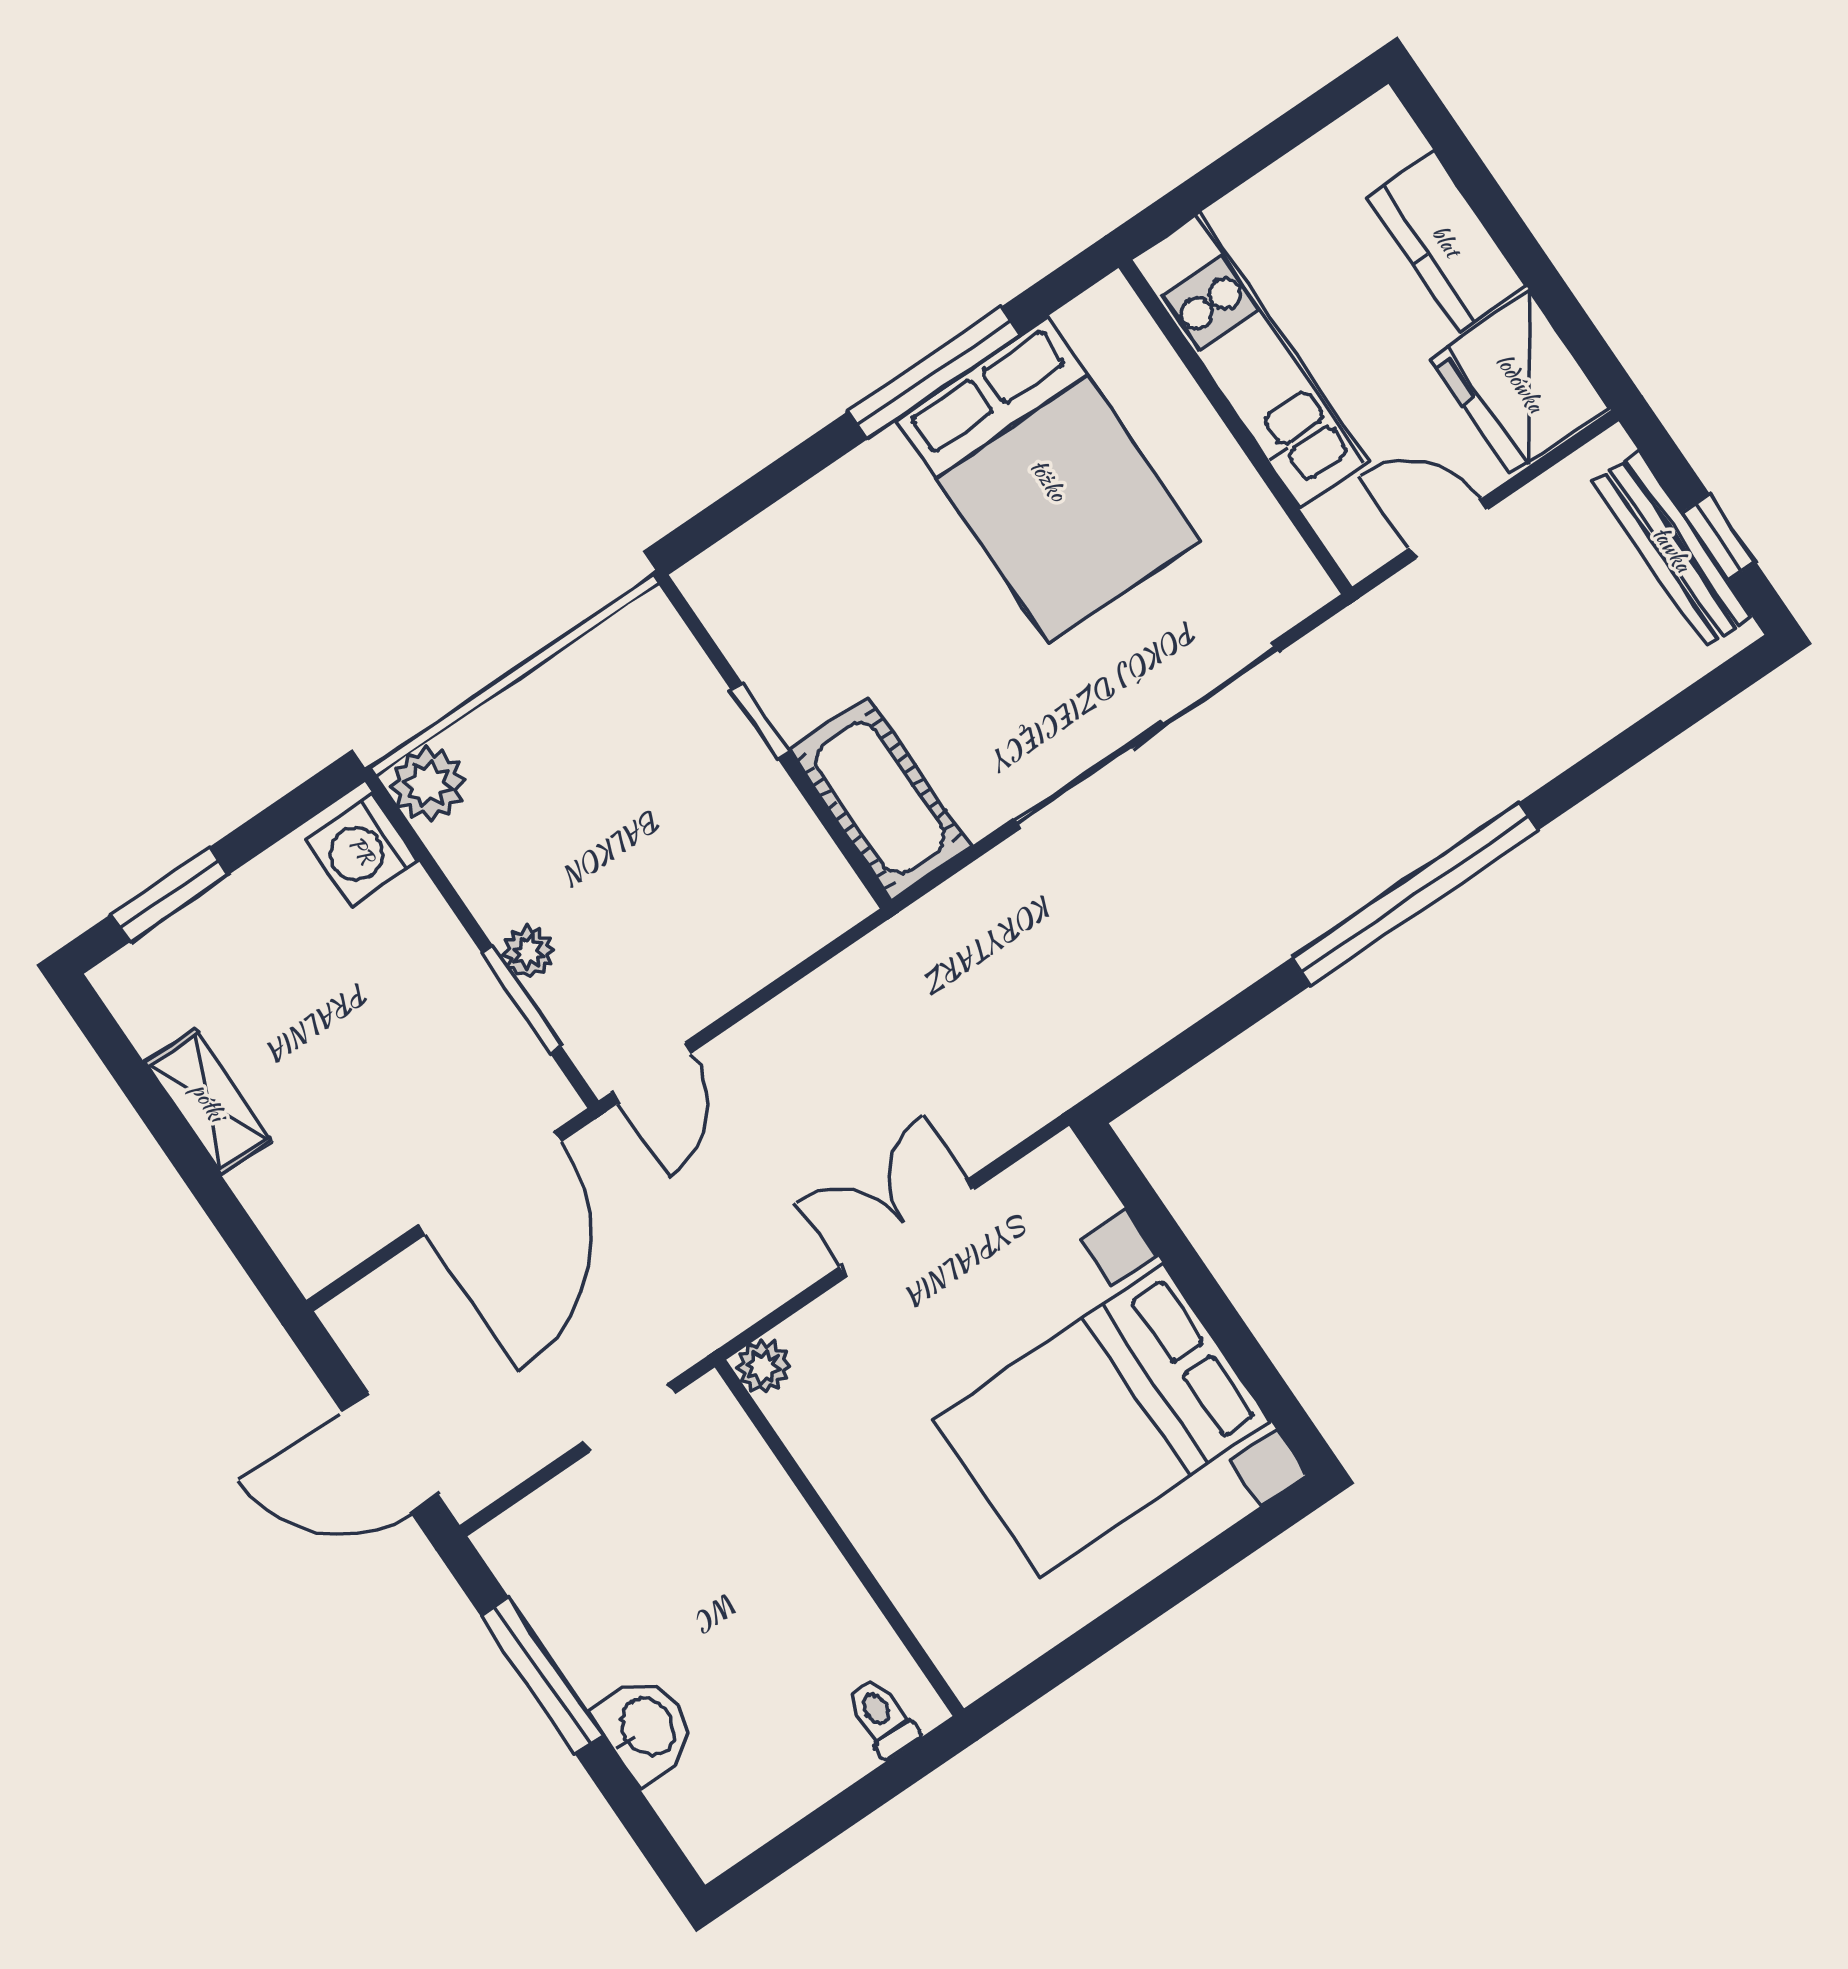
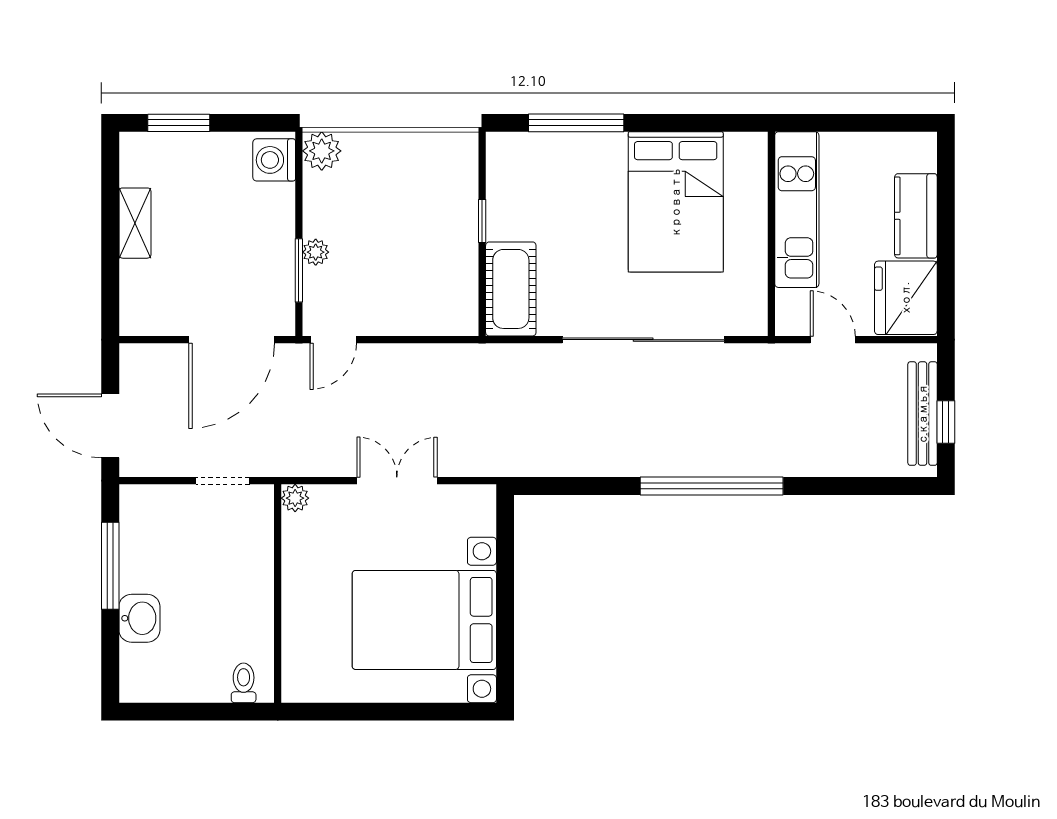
window: (934, 373) -> (576, 123), moved

